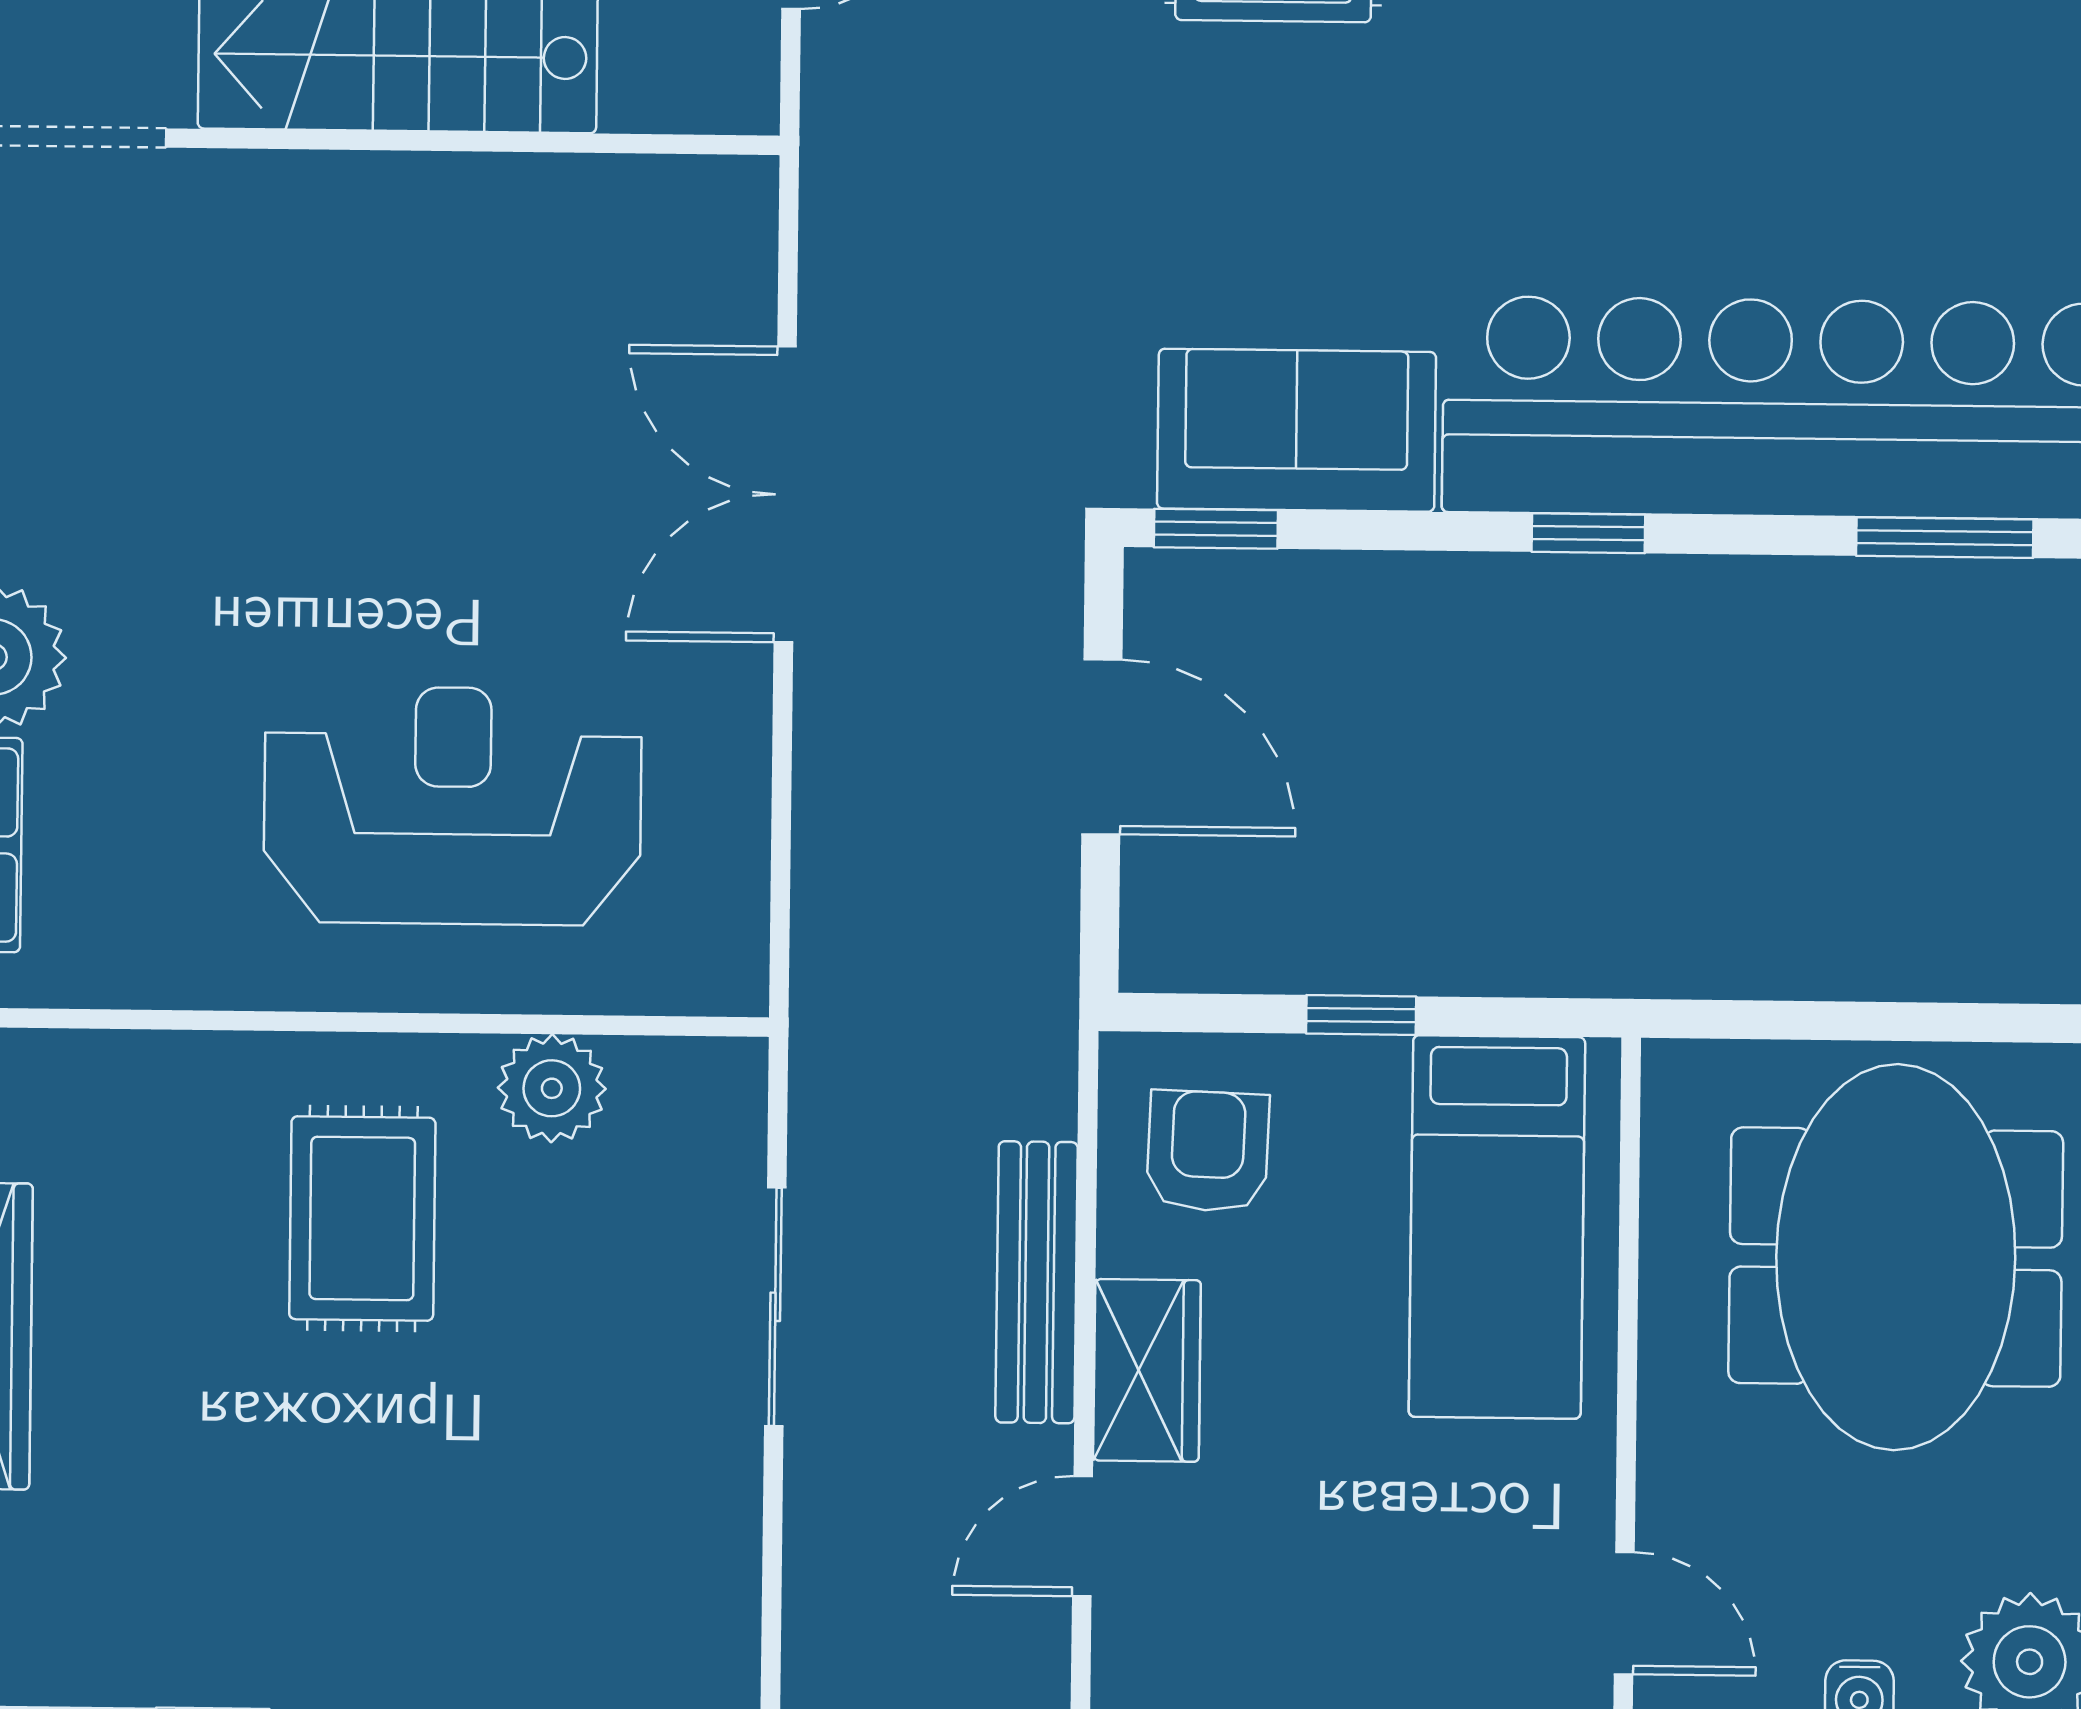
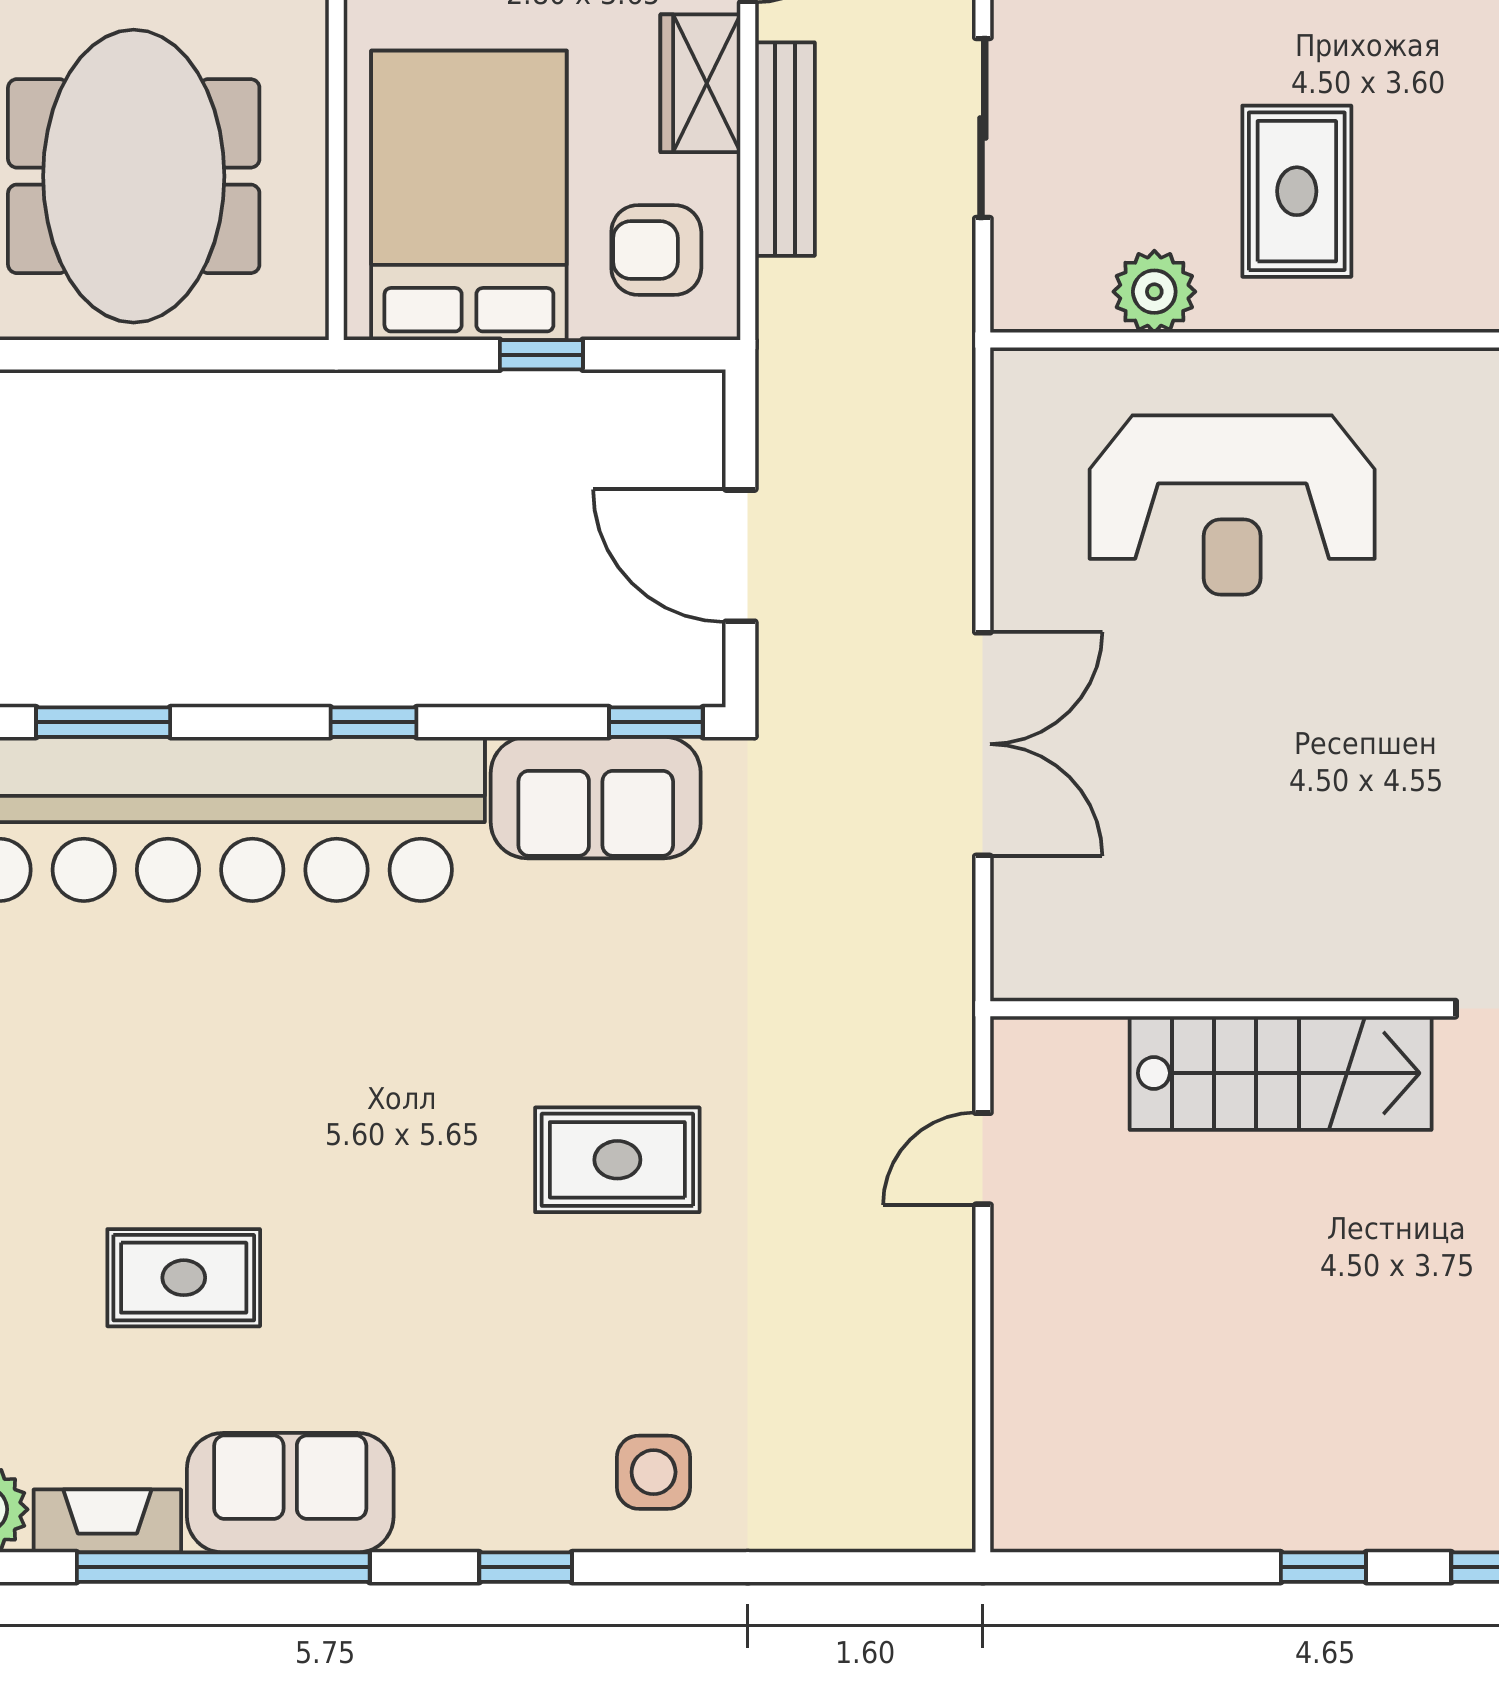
armchair: (1208, 1151) -> (656, 250), turned 88
bed: (1497, 1227) -> (469, 195), width x1.50

